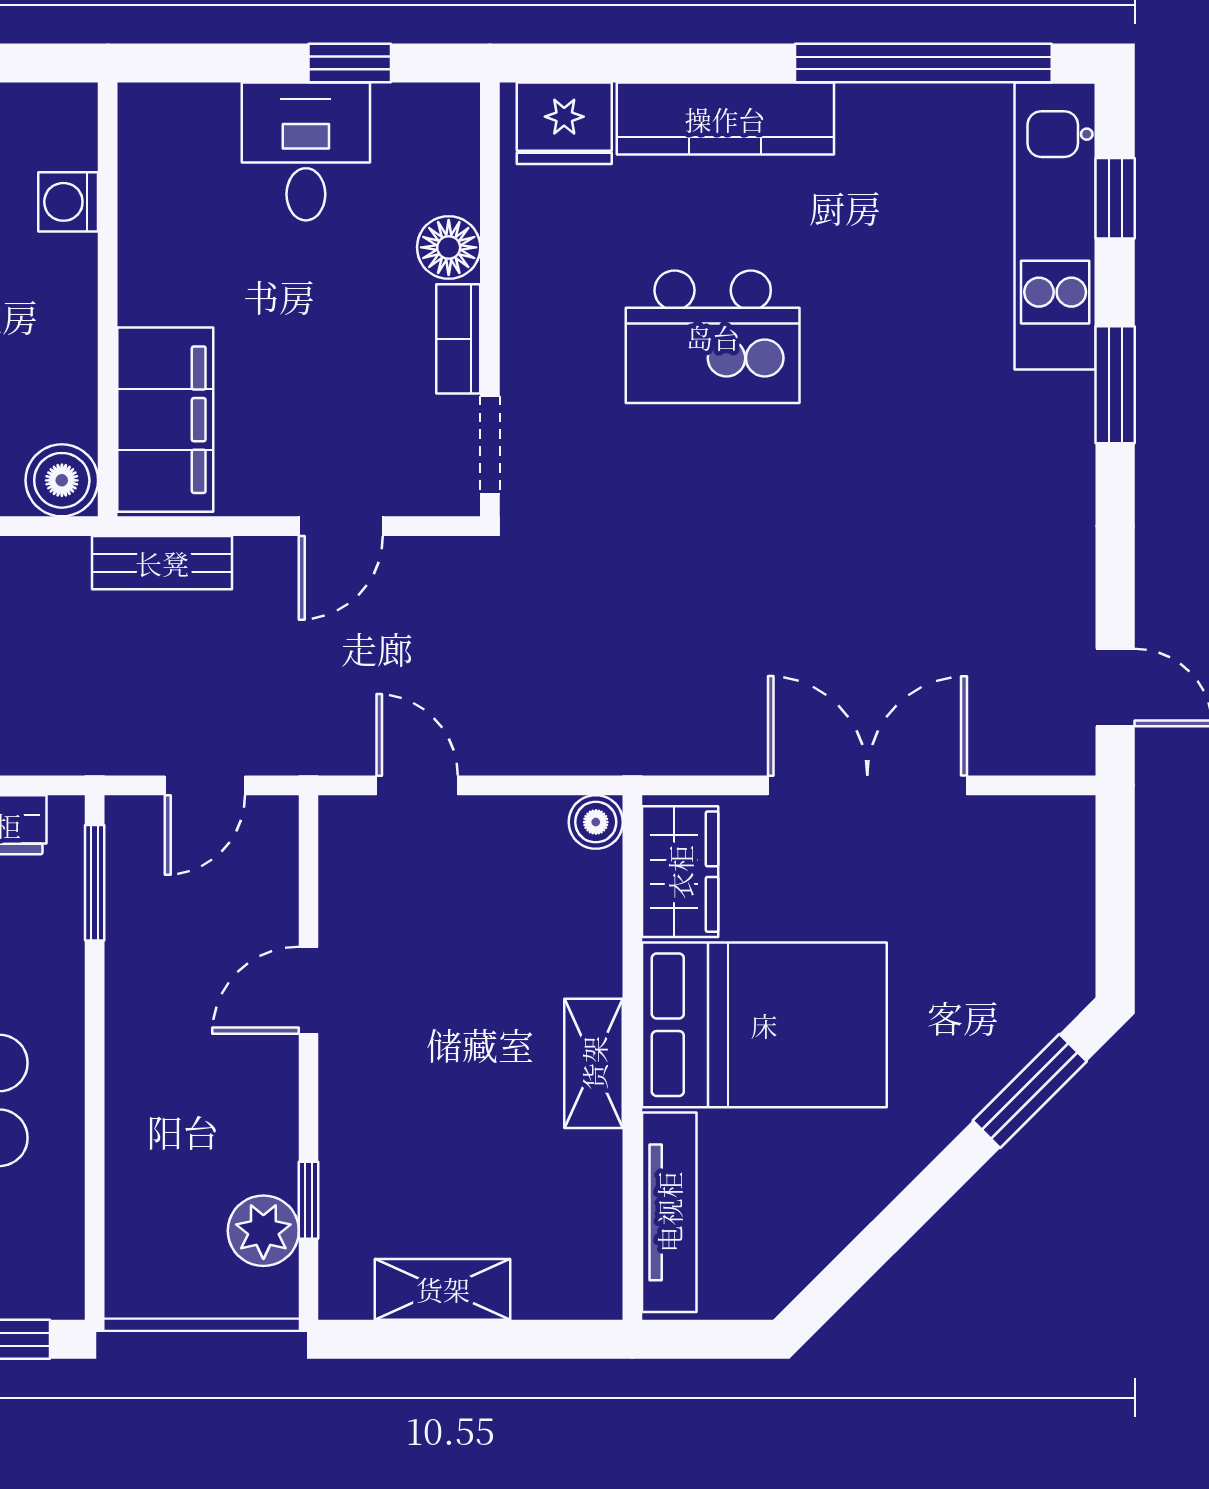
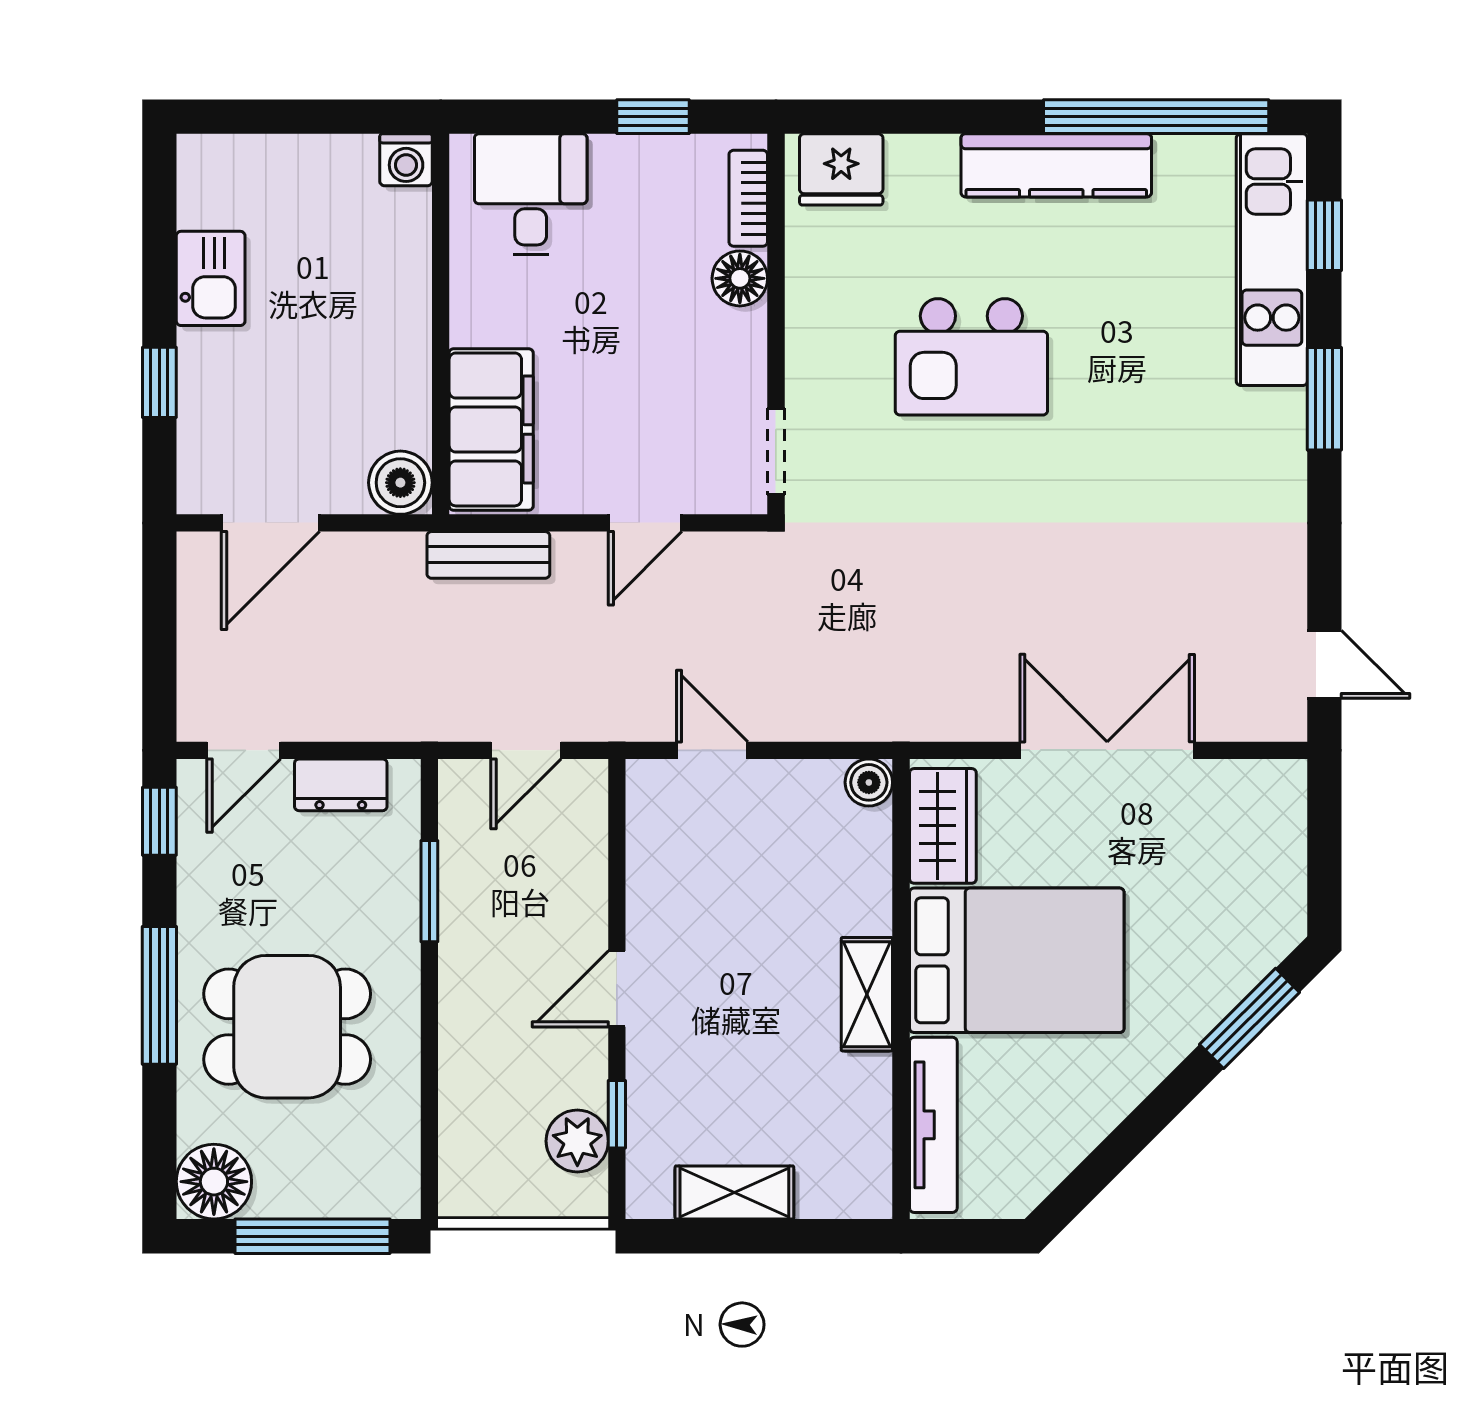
kitchen counter: (725, 119) -> (1056, 165), moved
desk: (306, 151) -> (531, 194), moved
washing machine: (68, 202) -> (406, 160), moved, turned -90
bookcase: (458, 339) -> (748, 198), moved
window: (95, 883) -> (429, 891), moved
door: (308, 990) -> (617, 989), moved

